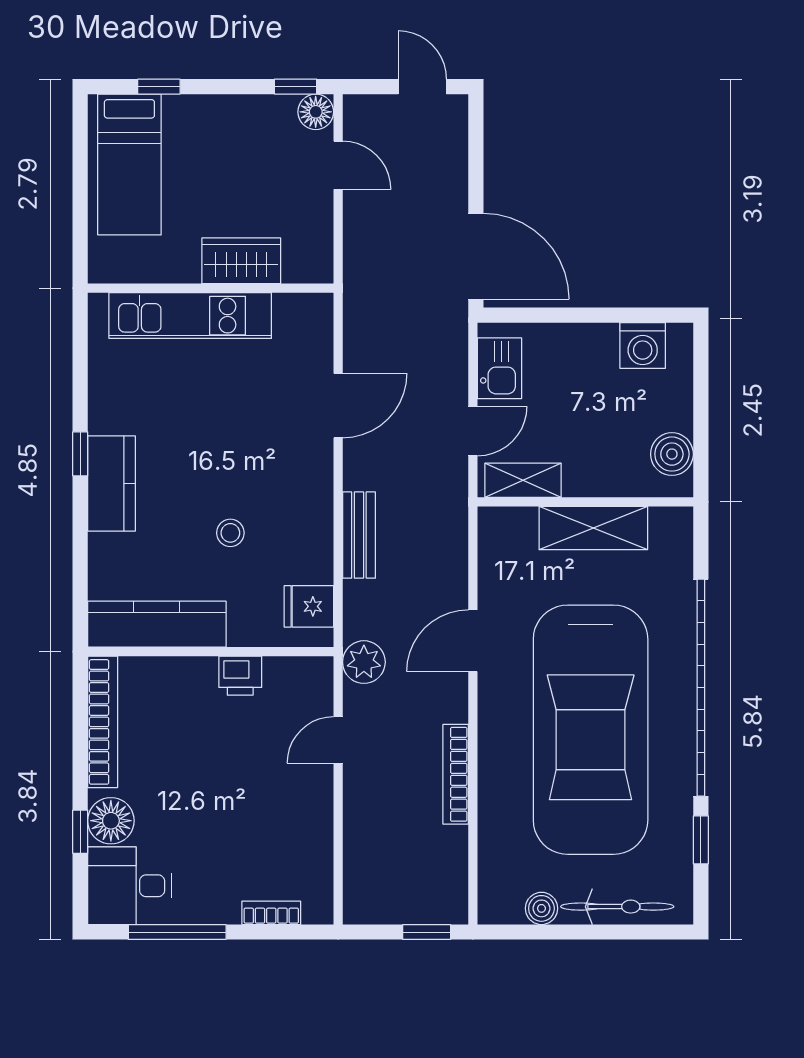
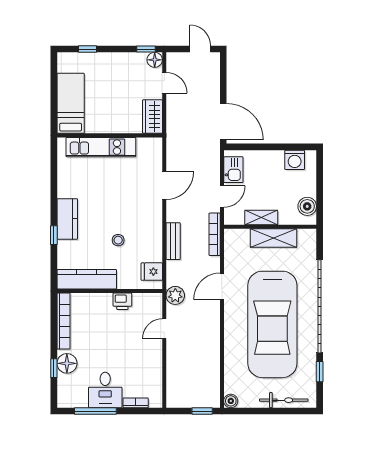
bed: (129, 165) -> (71, 103), moved, turned 180
wardrobe: (241, 261) -> (152, 117), moved, turned -90
window: (80, 454) -> (54, 235), moved
shelving: (523, 480) -> (261, 218), moved
bookcase: (456, 774) -> (215, 234), moved
desk: (129, 886) -> (105, 390), moved, turned -90
boiler: (541, 908) -> (231, 401), moved

